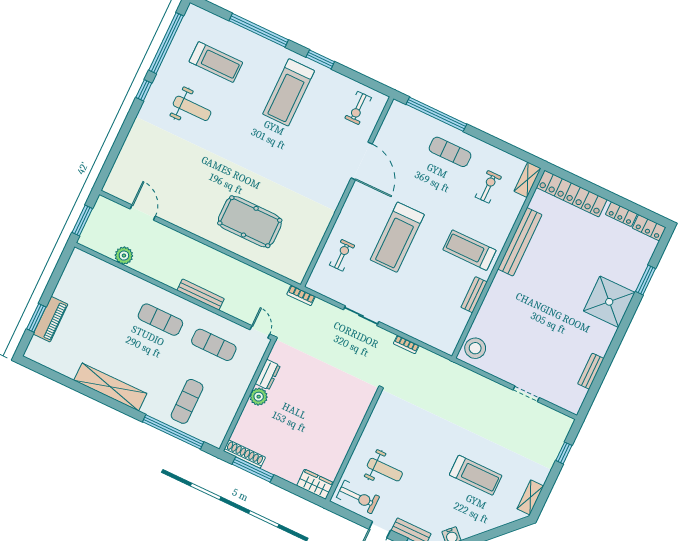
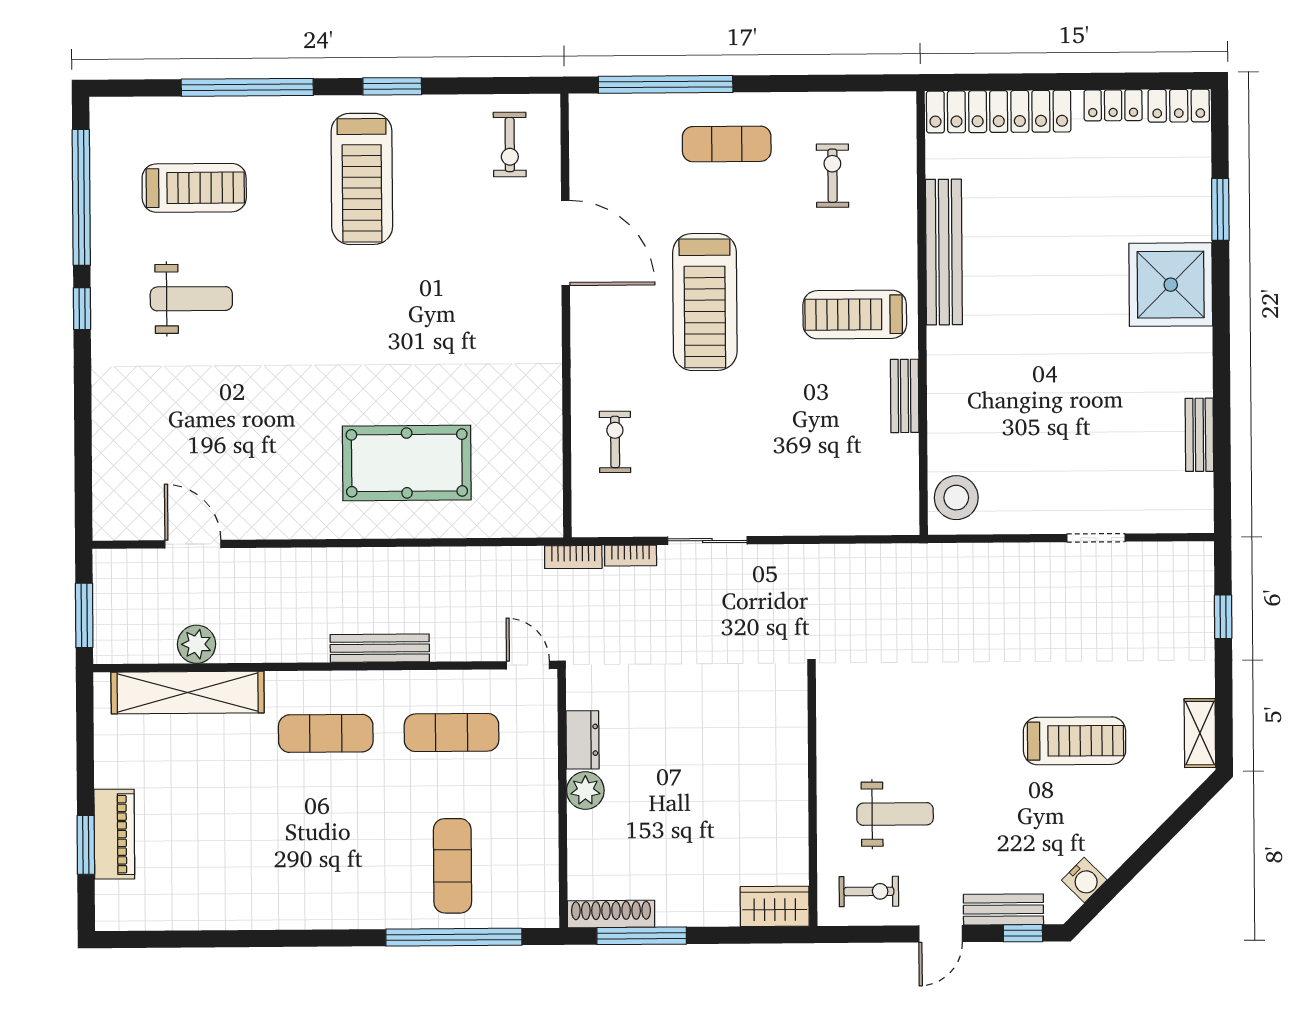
shelving: (527, 180) -> (901, 126), removed
treadmill: (397, 237) -> (705, 302), moved
bookcase: (406, 345) -> (631, 556), moved
shelving: (110, 387) -> (188, 692), moved
exercise bike: (358, 497) -> (869, 891), width x0.73, depth x0.72

